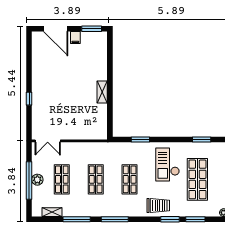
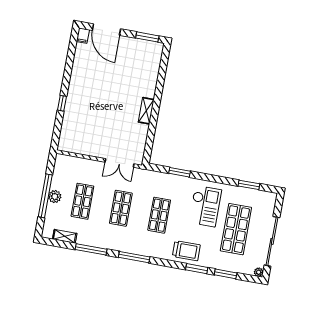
filing cabinet: (75, 38) -> (83, 36), moved
double door: (48, 141) -> (119, 163), moved
checkout: (167, 164) -> (205, 206), turned 180

